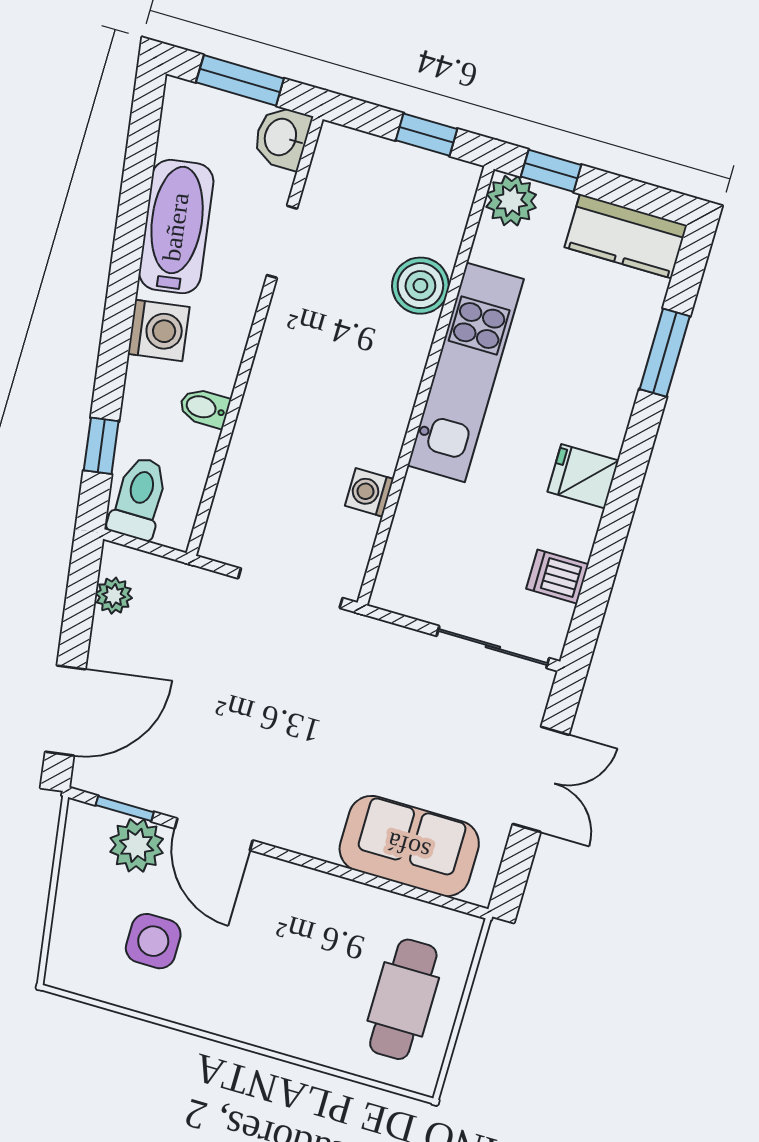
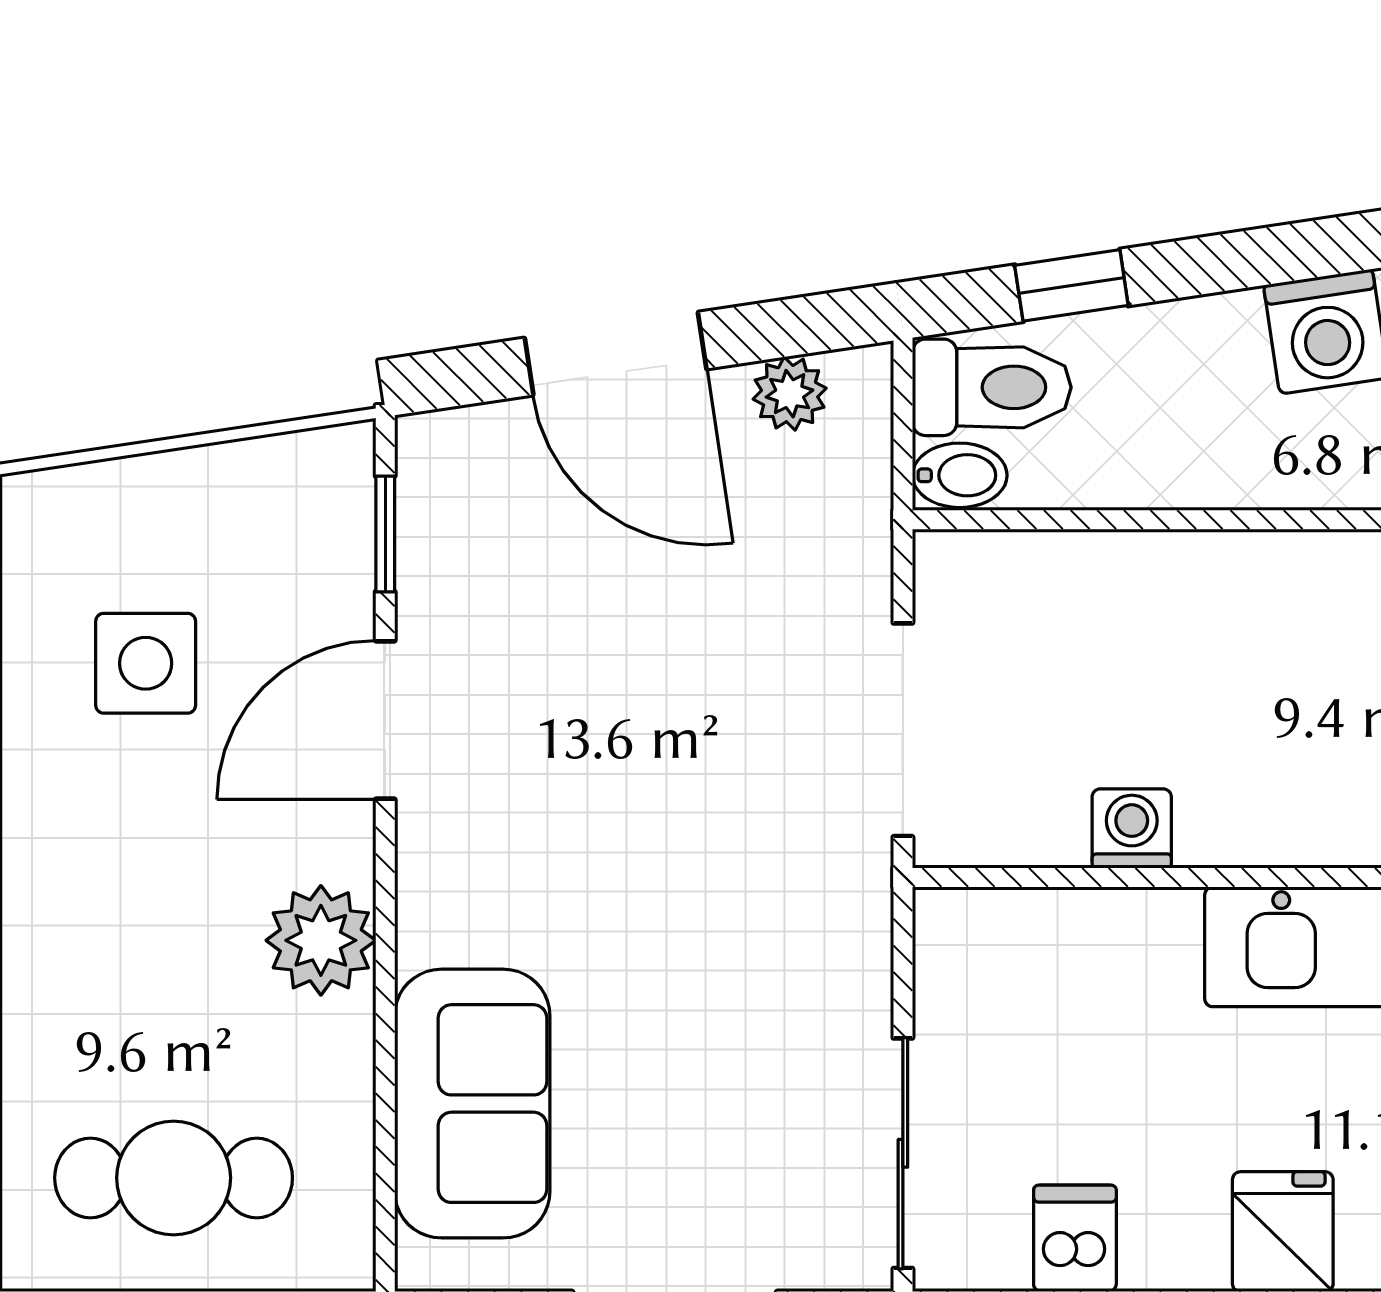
bidet: (204, 408) -> (960, 475), moved, turned 90
door: (65, 710) -> (616, 354), moved
plant: (137, 845) -> (321, 940), moved

